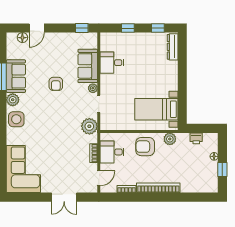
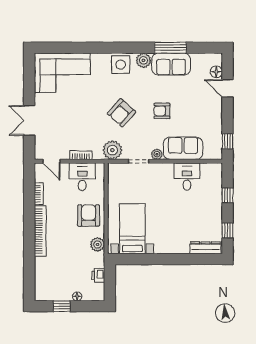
armchair: (57, 119) -> (121, 113), added

